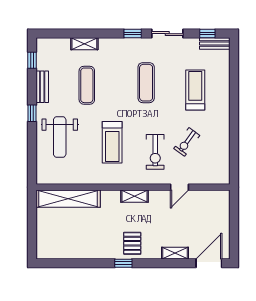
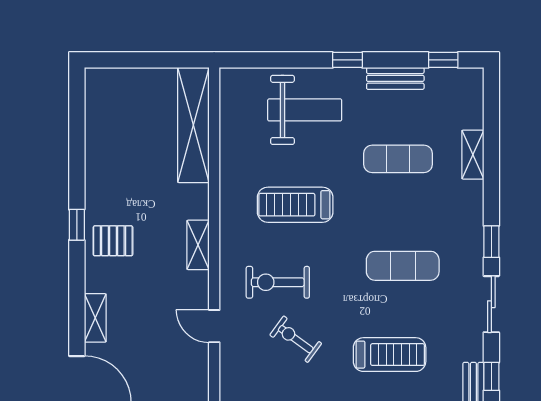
weight bench: (60, 137) -> (305, 110), turned 180

